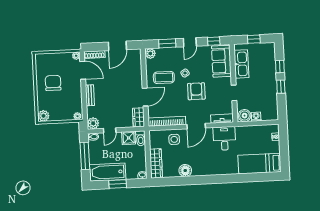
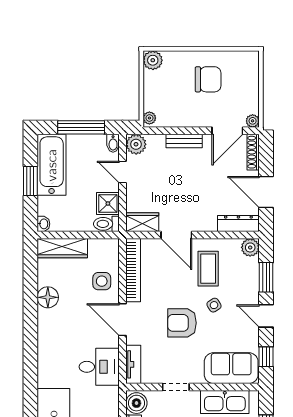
dresser: (137, 61) -> (238, 223), added
armchair: (196, 91) -> (182, 323), turned 180

